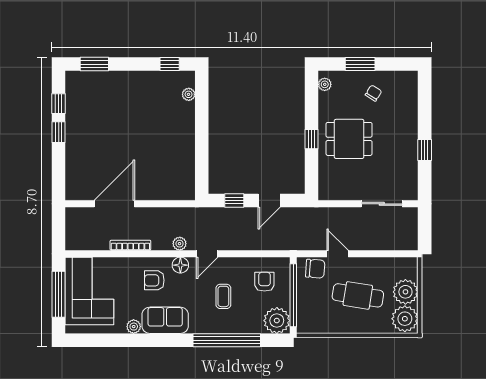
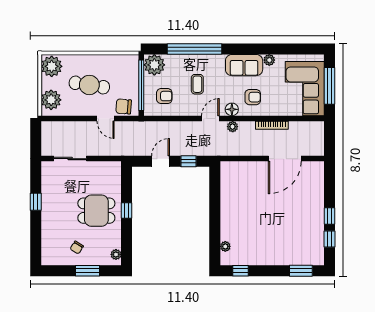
armchair: (264, 282) -> (164, 96), turned -90
plant: (405, 292) -> (51, 100), moved

